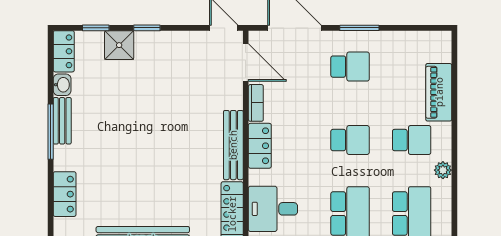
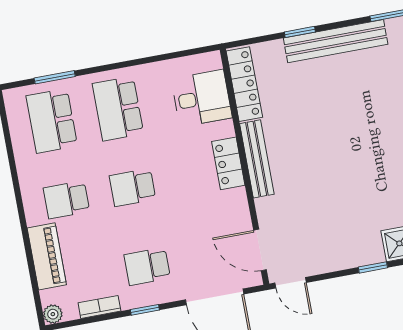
window: (359, 28) -> (145, 310), width x0.67
bookcase: (256, 103) -> (99, 307), moved, turned 90
plant: (443, 170) -> (53, 314), moved

